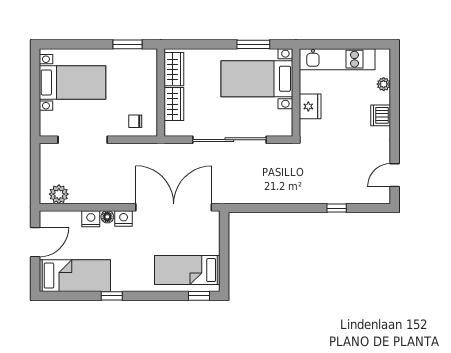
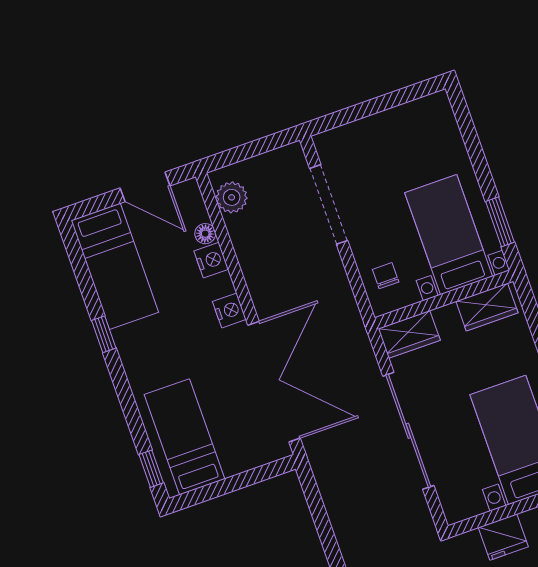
bed with nightstands: (72, 82) -> (449, 235), moved, turned 180
wardrobe: (174, 104) -> (409, 334), moved
floor lamp: (107, 217) -> (205, 234), moved

